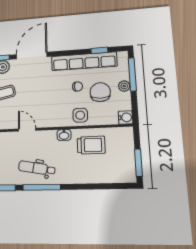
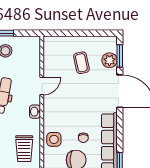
washbasin: (64, 135) -> (35, 112), moved

